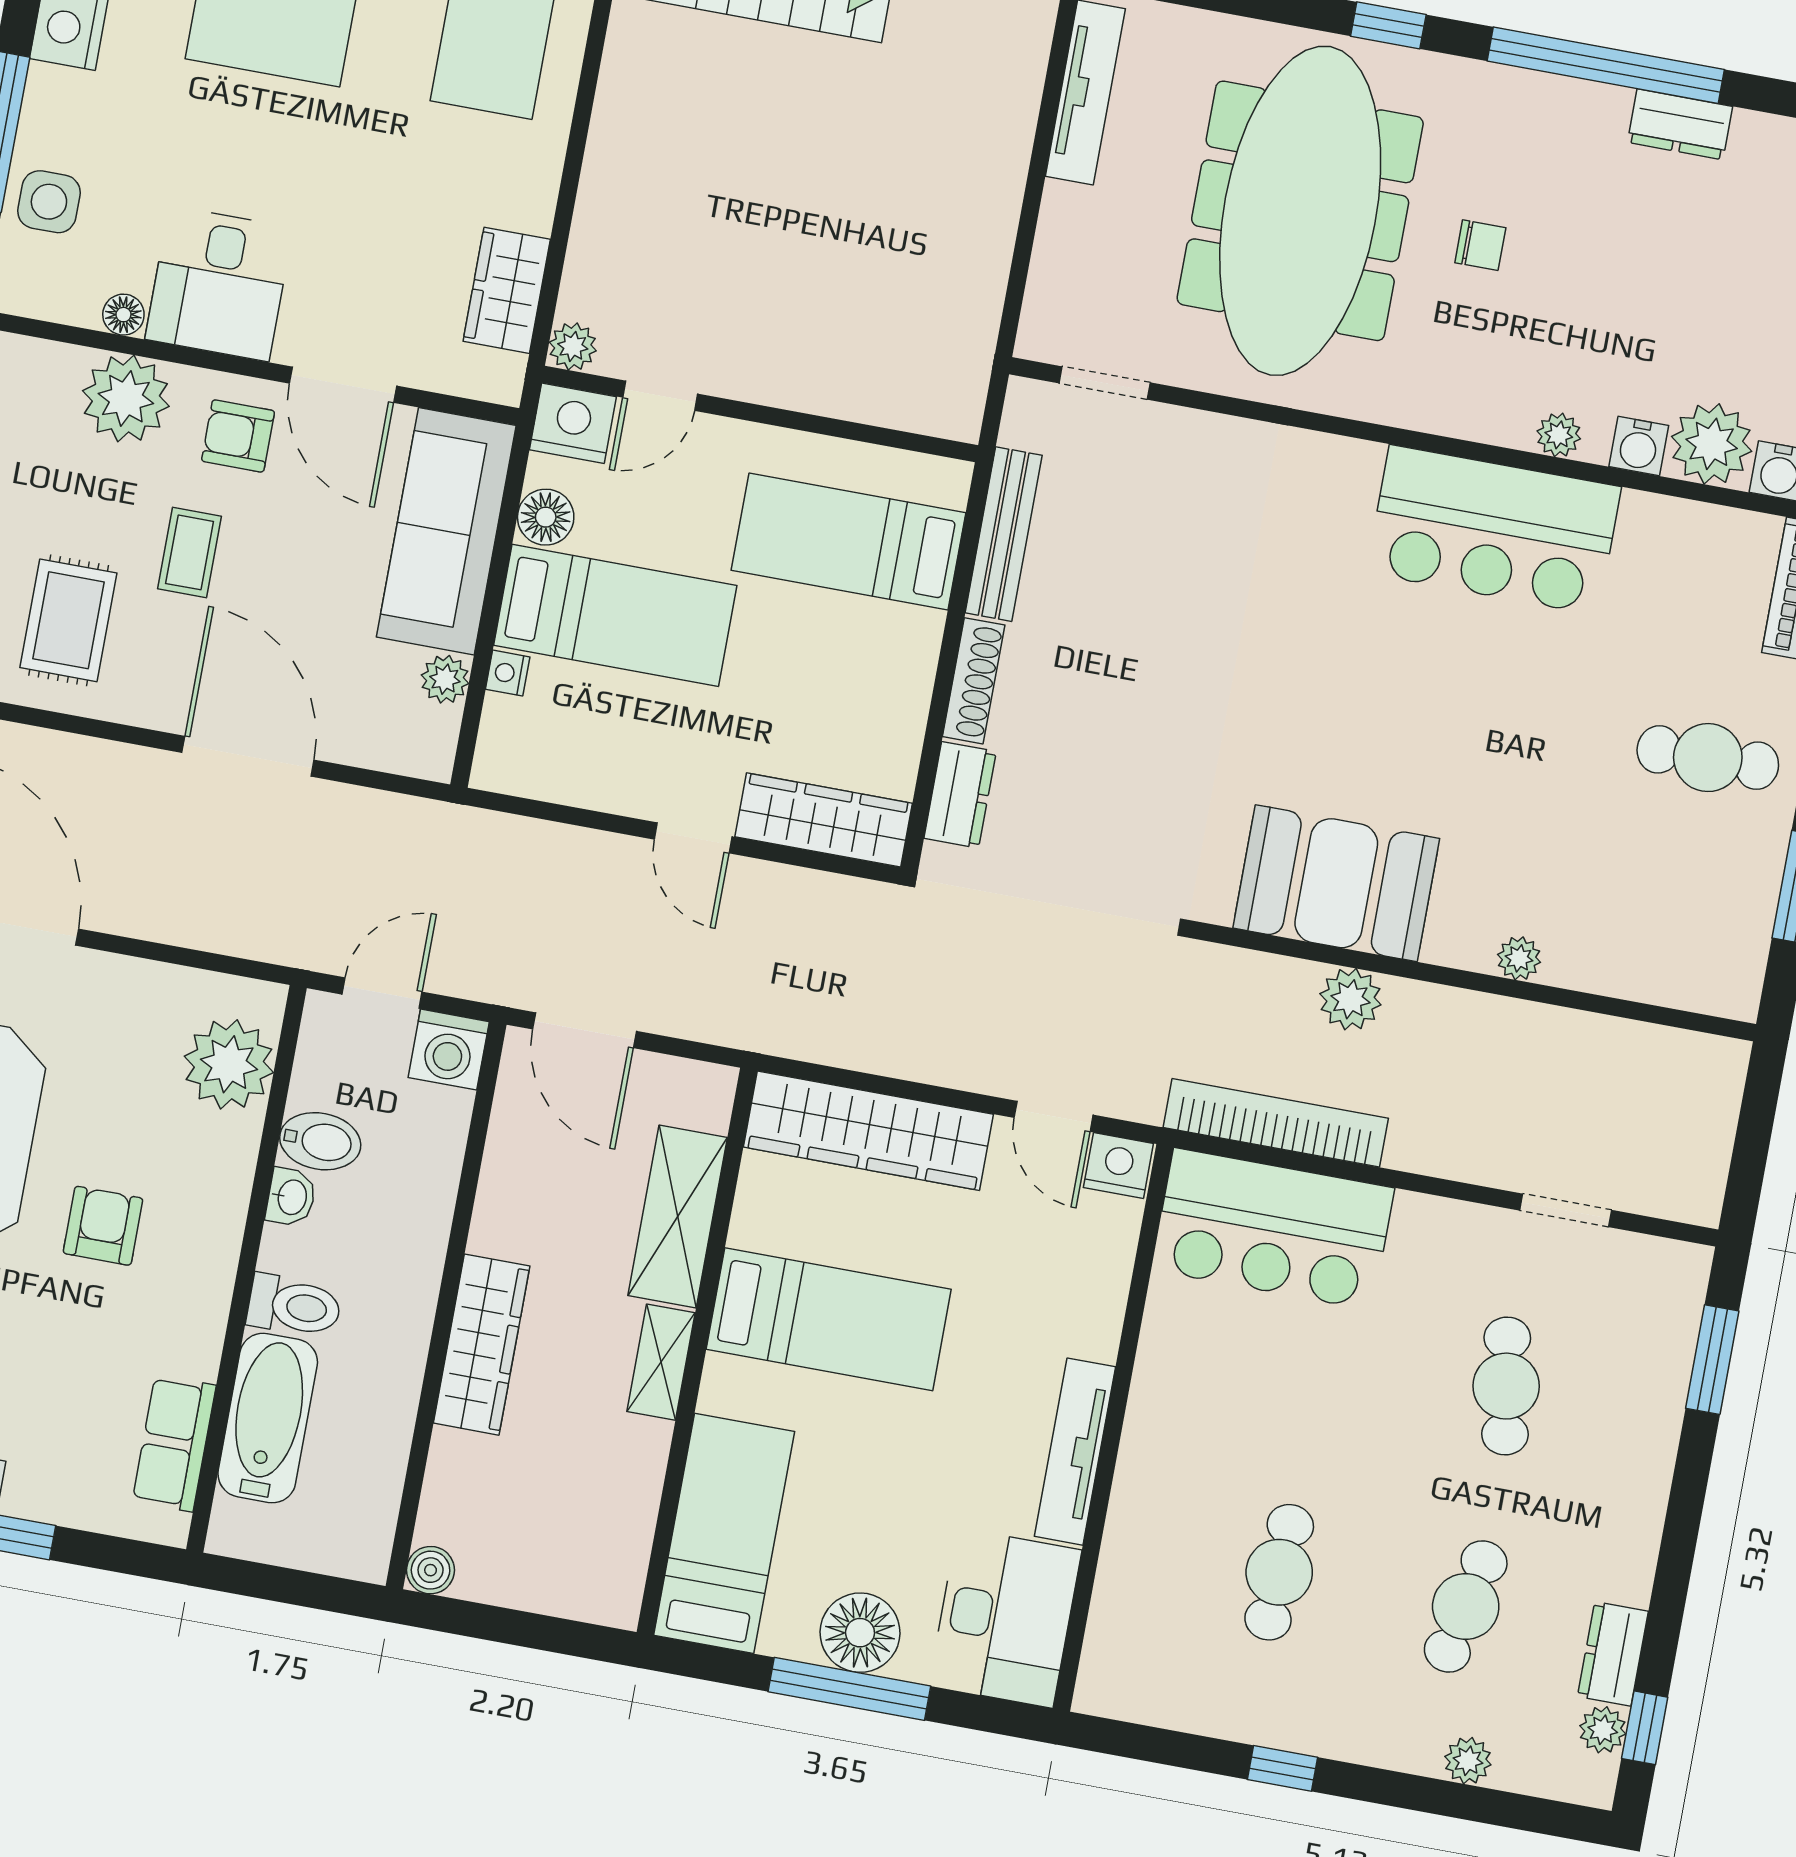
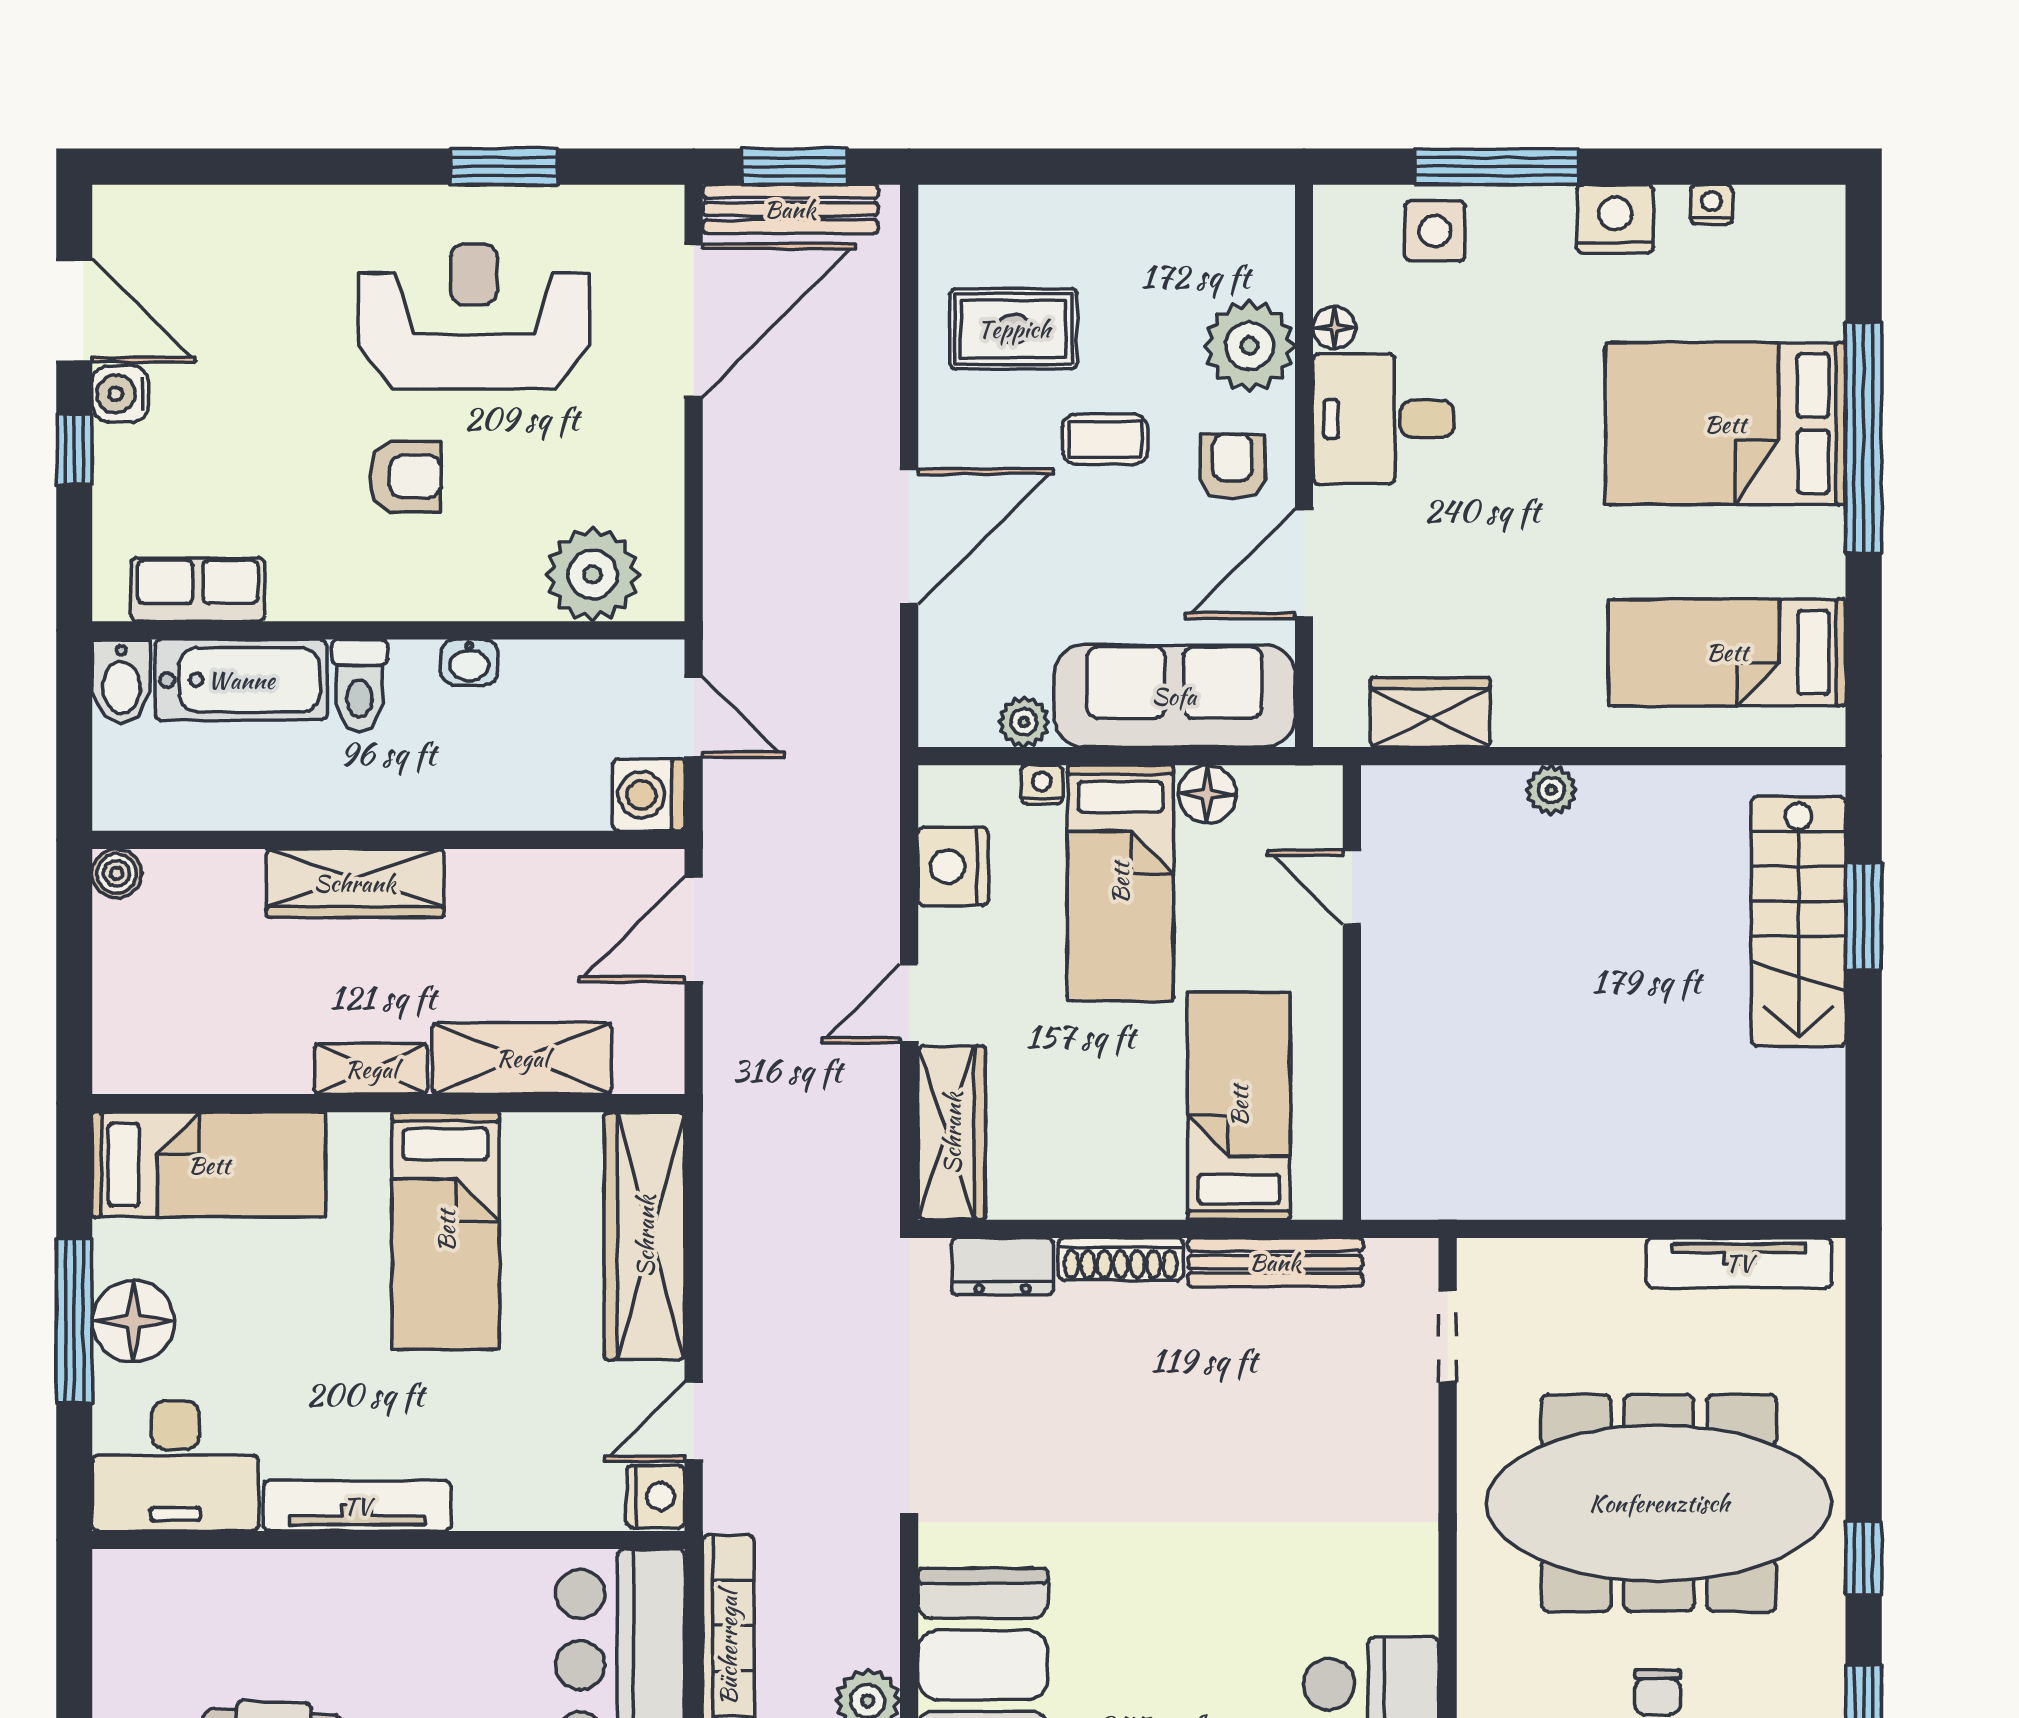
plant: (573, 346) -> (1551, 790), moved
nightstand: (573, 423) -> (953, 866), moved, turned 180
bidet: (320, 1141) -> (121, 681), moved

